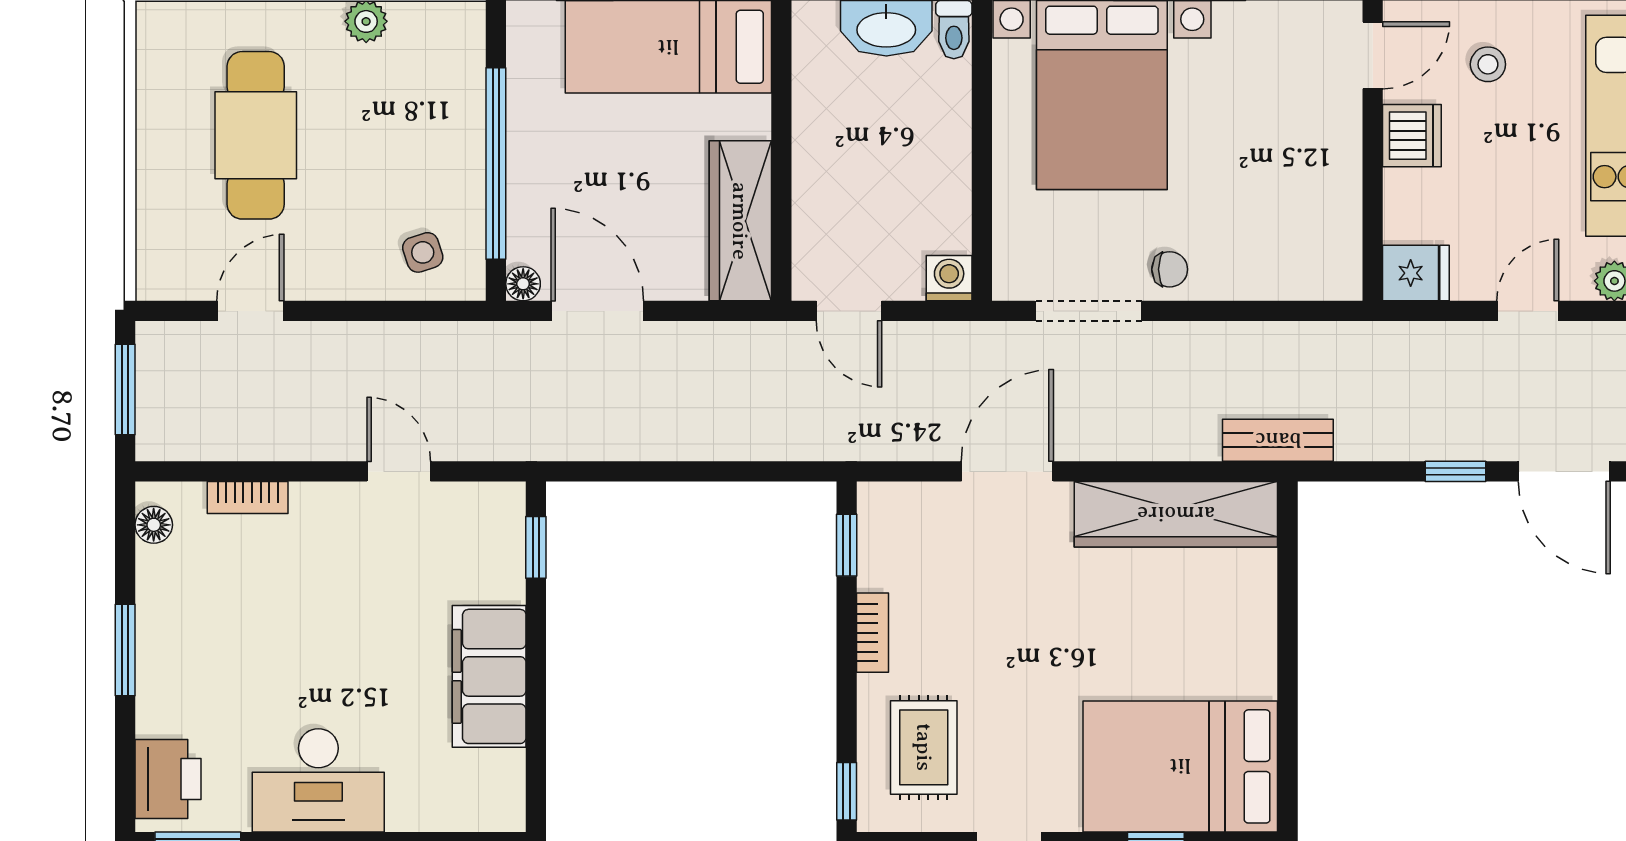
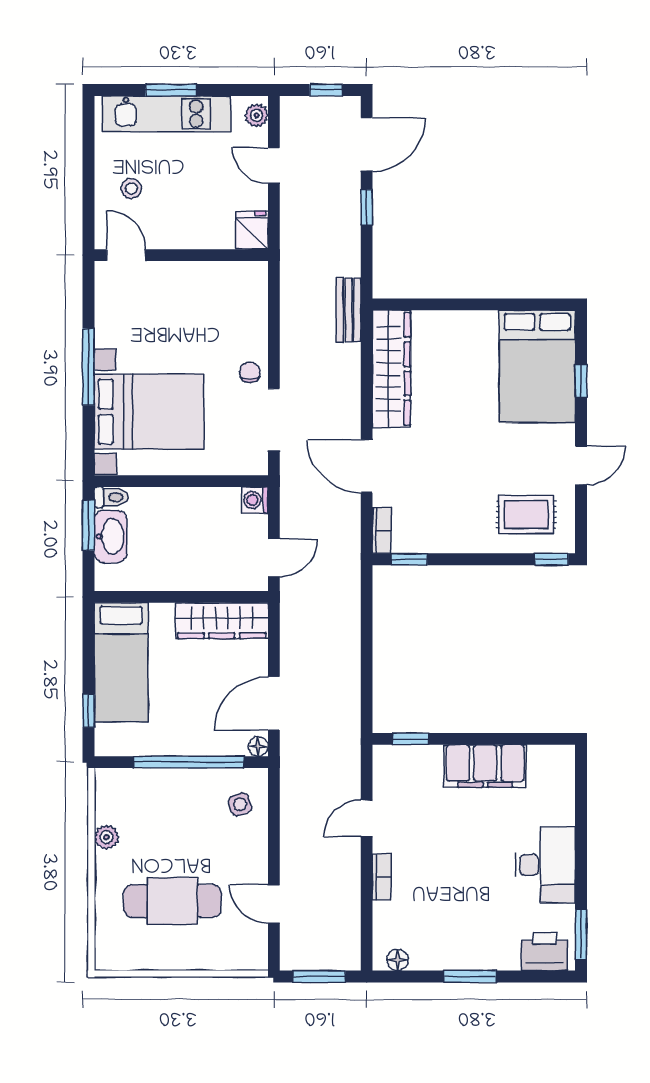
dishwasher: (1412, 136) -> (173, 232), removed
bookcase: (248, 497) -> (382, 877), moved
bookcase: (873, 633) -> (382, 530), moved, turned 90

